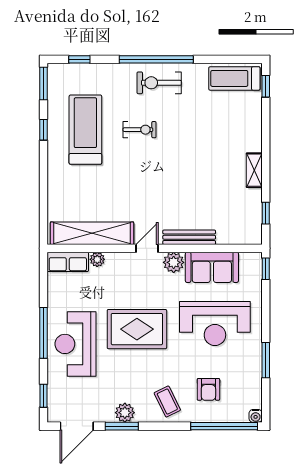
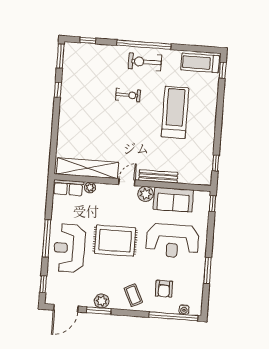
treadmill: (85, 130) -> (175, 112), moved
shelving: (254, 170) -> (210, 131), removed
water cooler: (256, 416) -> (184, 310), moved

